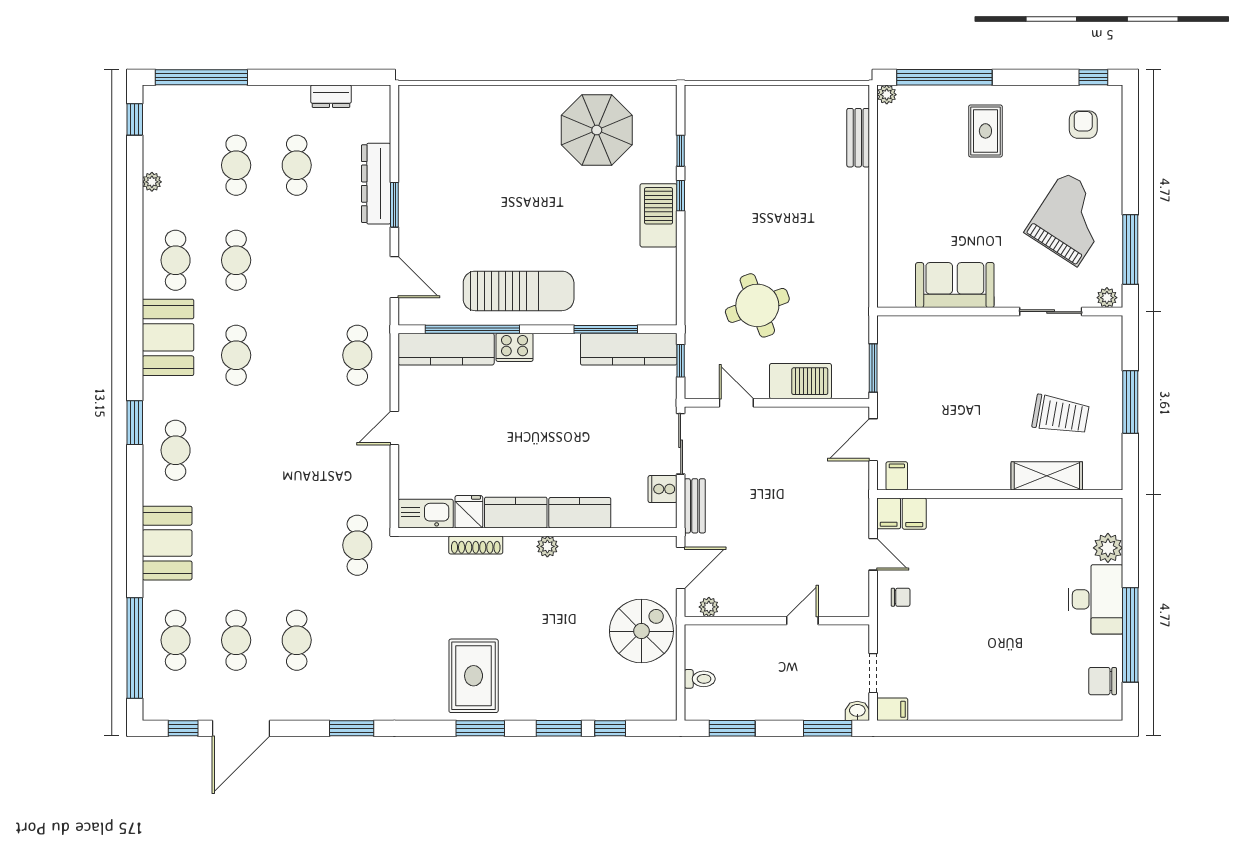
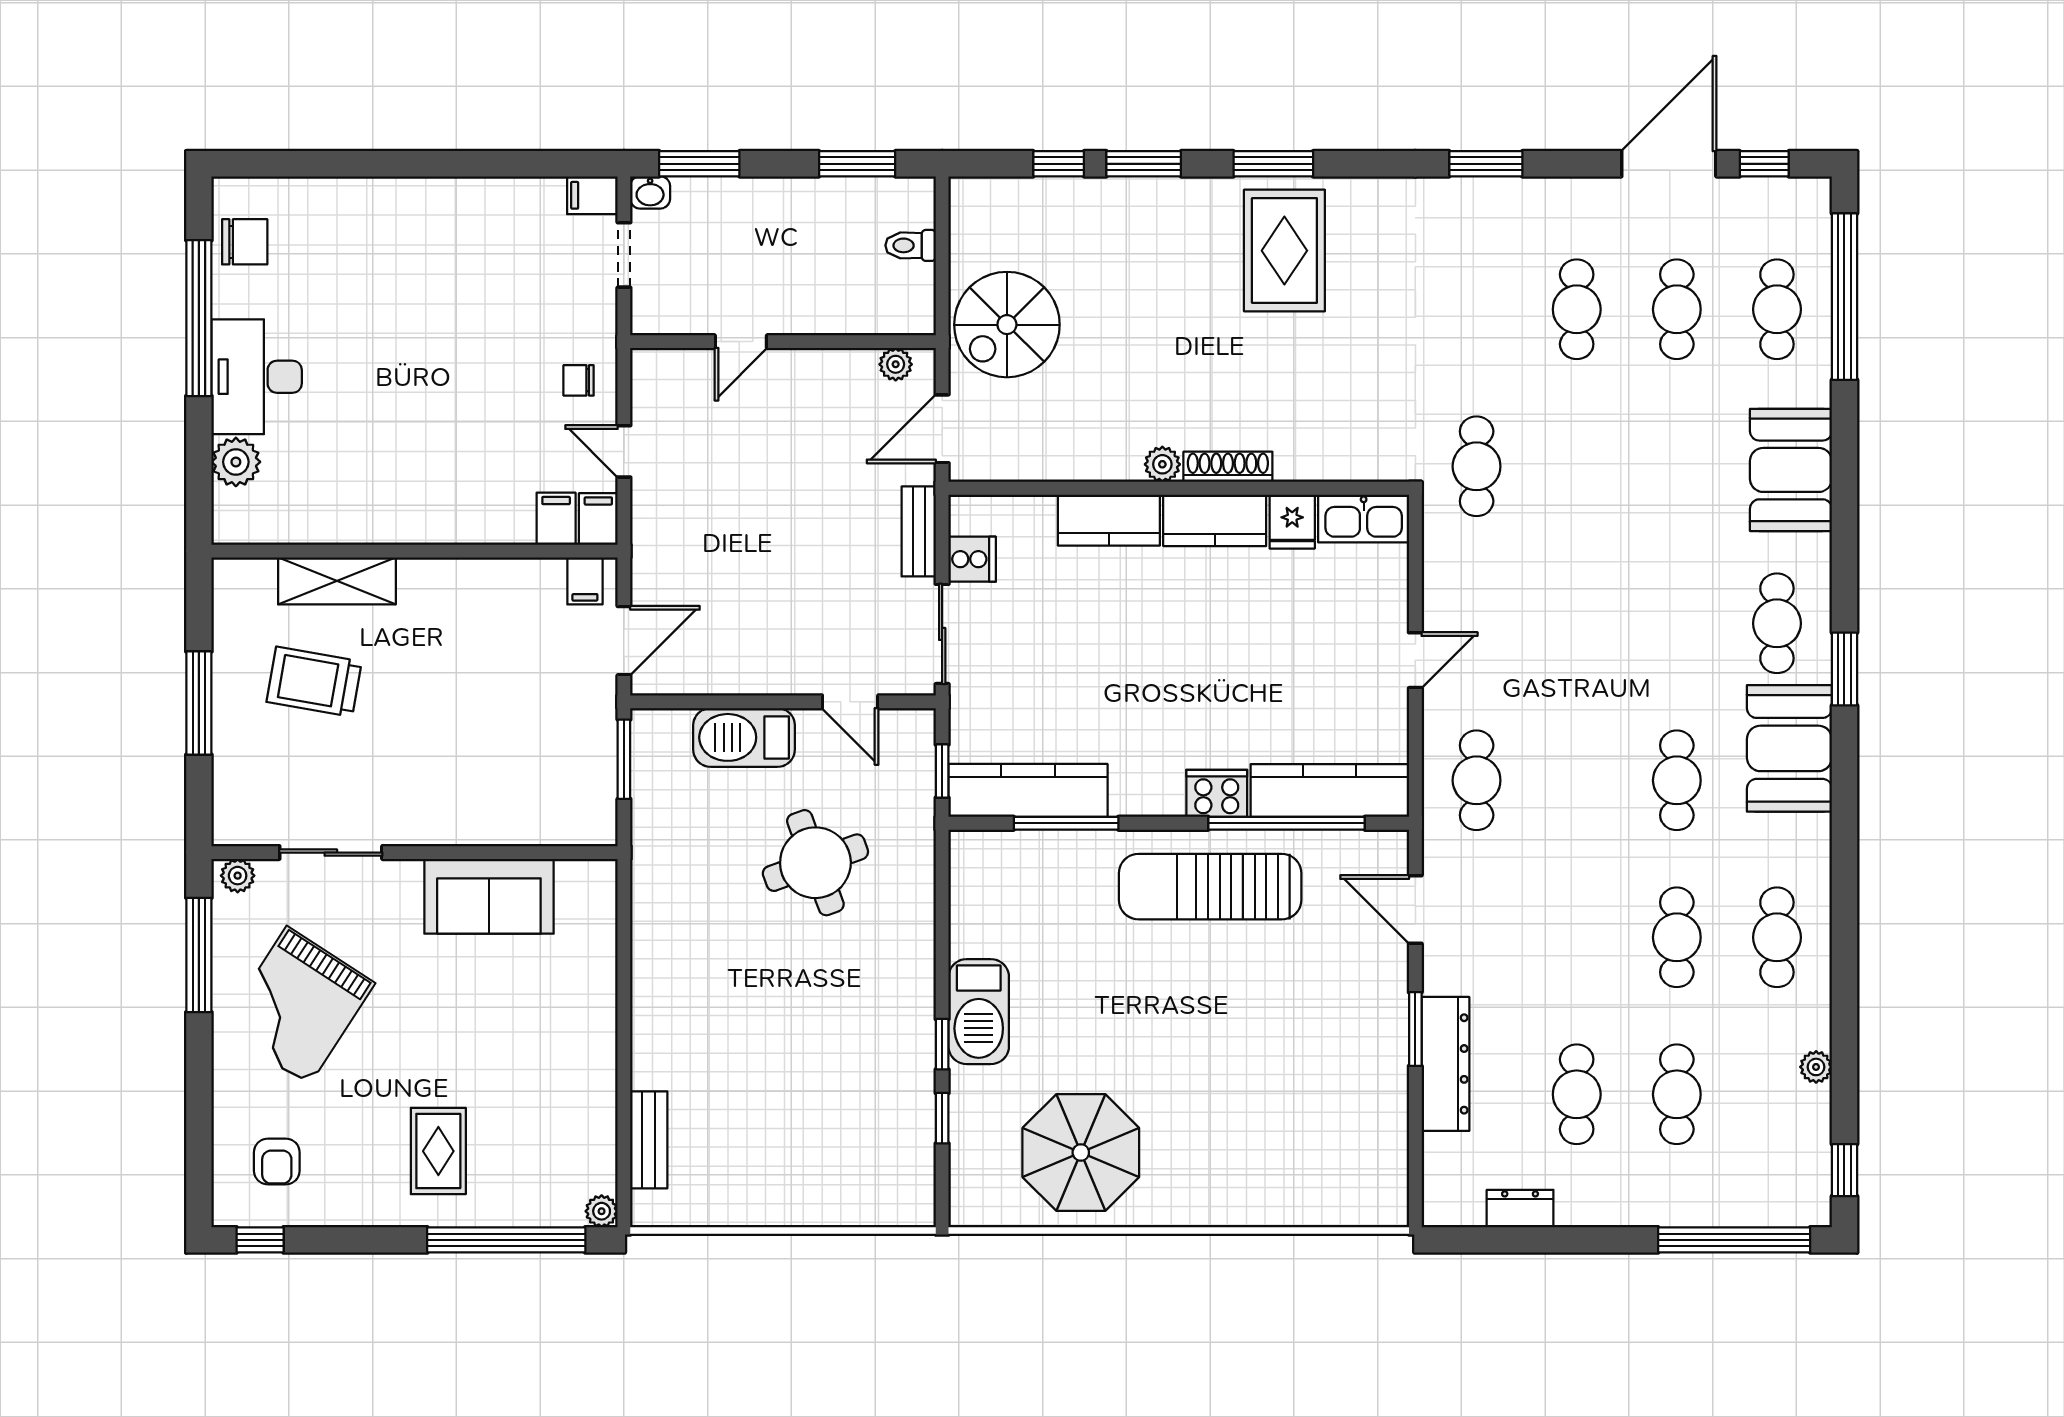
booth: (168, 337) -> (1789, 748), moved
shoe rack: (476, 545) -> (1228, 467), moved

